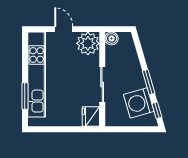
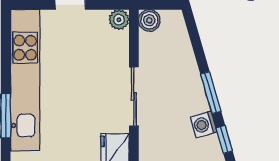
plant: (88, 43) -> (119, 20), width x0.53, depth x0.53
washing machine: (139, 103) -> (204, 124), width x0.53, depth x0.53

